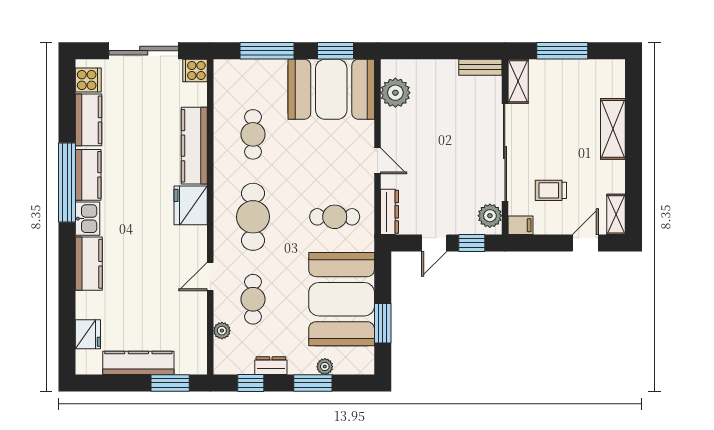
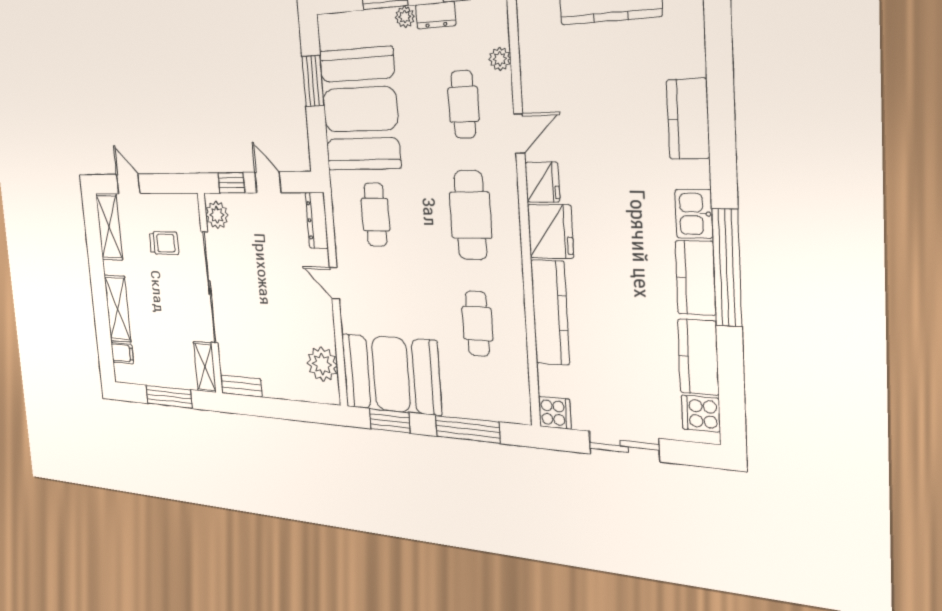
sliding door: (144, 51) -> (624, 446), width x0.73
shelving: (616, 214) -> (109, 227), width x1.50, depth x1.33
cafe table: (335, 217) -> (375, 215), turned 90
filing cabinet: (521, 225) -> (122, 353), moved, turned 180
door: (434, 243) -> (268, 182), hinge flipped
door: (585, 243) -> (128, 184), swing flipped
kitchen counter: (89, 264) -> (688, 119), moved
fridge: (88, 334) -> (542, 182), moved, turned 180
plant: (325, 367) -> (405, 17), moved

